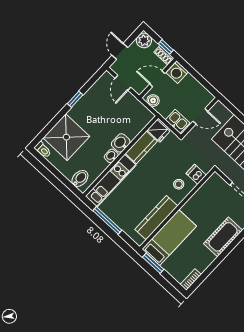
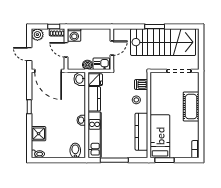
door: (157, 79) -> (66, 50), hinge flipped
door: (123, 83) -> (48, 71), width x1.87
boiler: (153, 101) -> (87, 65), moved
shower: (66, 137) -> (39, 134), width x0.54, depth x0.54
washbasin: (121, 143) -> (80, 79), moved

